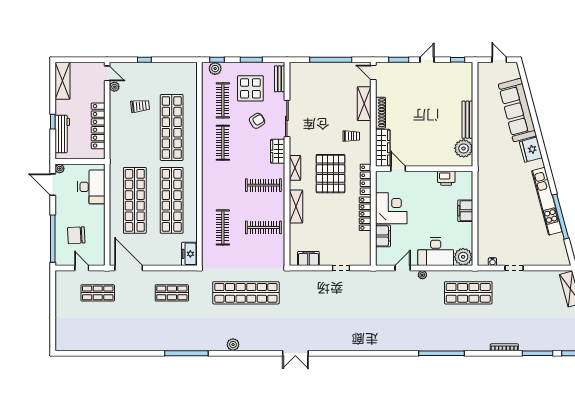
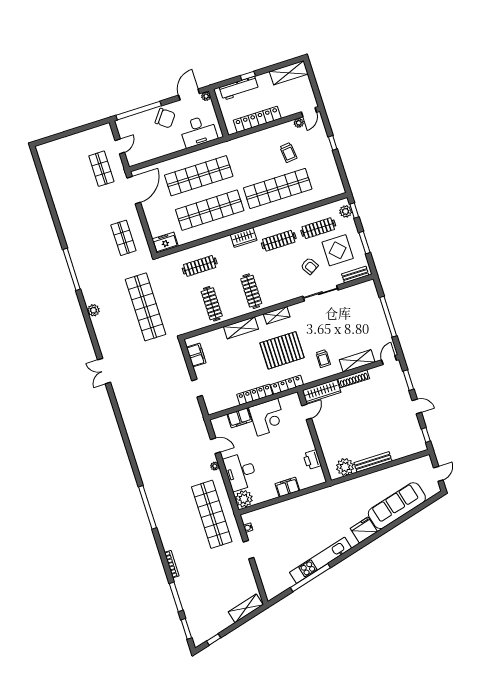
wardrobe: (278, 151) -> (244, 237), moved, turned 180
chair: (76, 235) -> (165, 118), moved, turned 130
shop shelf: (468, 293) -> (212, 514), width x1.40

